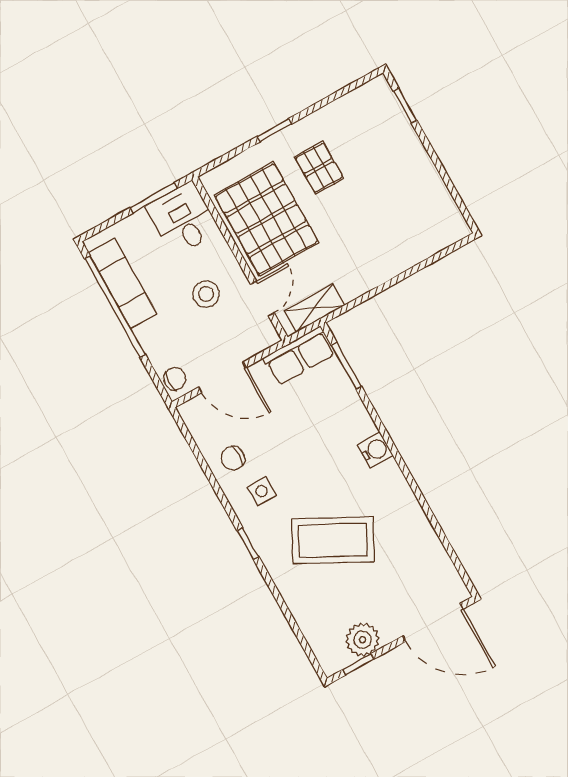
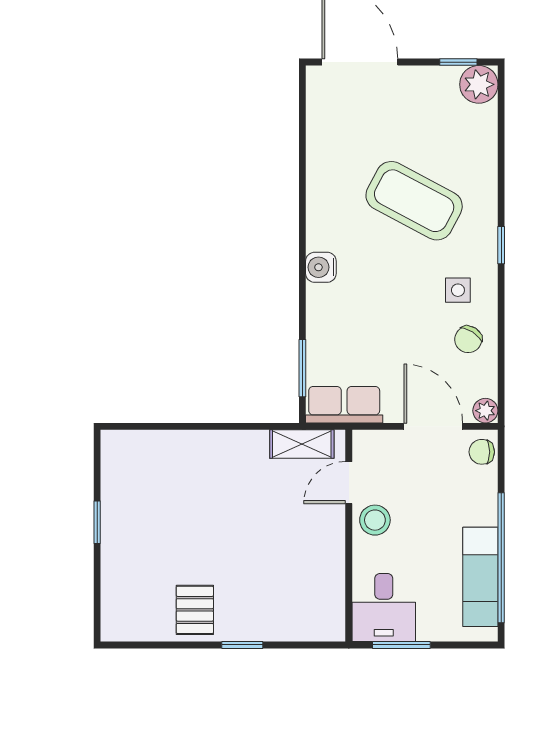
window: (405, 106) -> (97, 522), moved
pallet: (319, 168) -> (195, 610), moved
pallet: (266, 219) -> (300, 560), removed
stool: (206, 294) -> (375, 520), moved
plant: (190, 411) -> (485, 411), added
chair: (233, 458) -> (468, 339), turned 123
plant: (362, 640) -> (479, 84), moved

